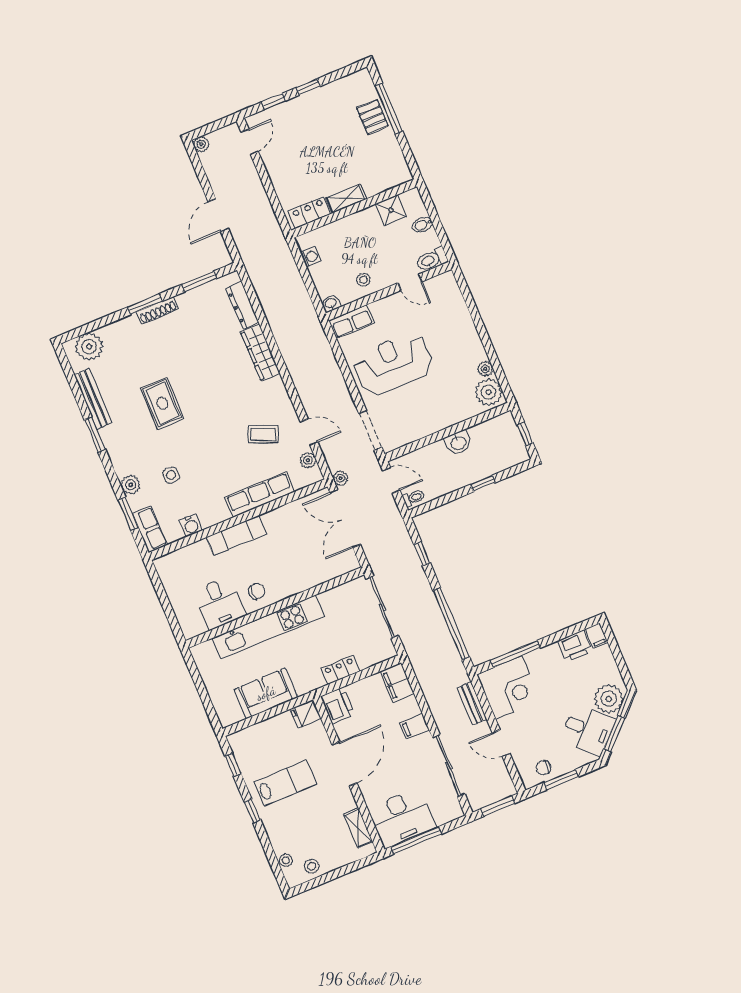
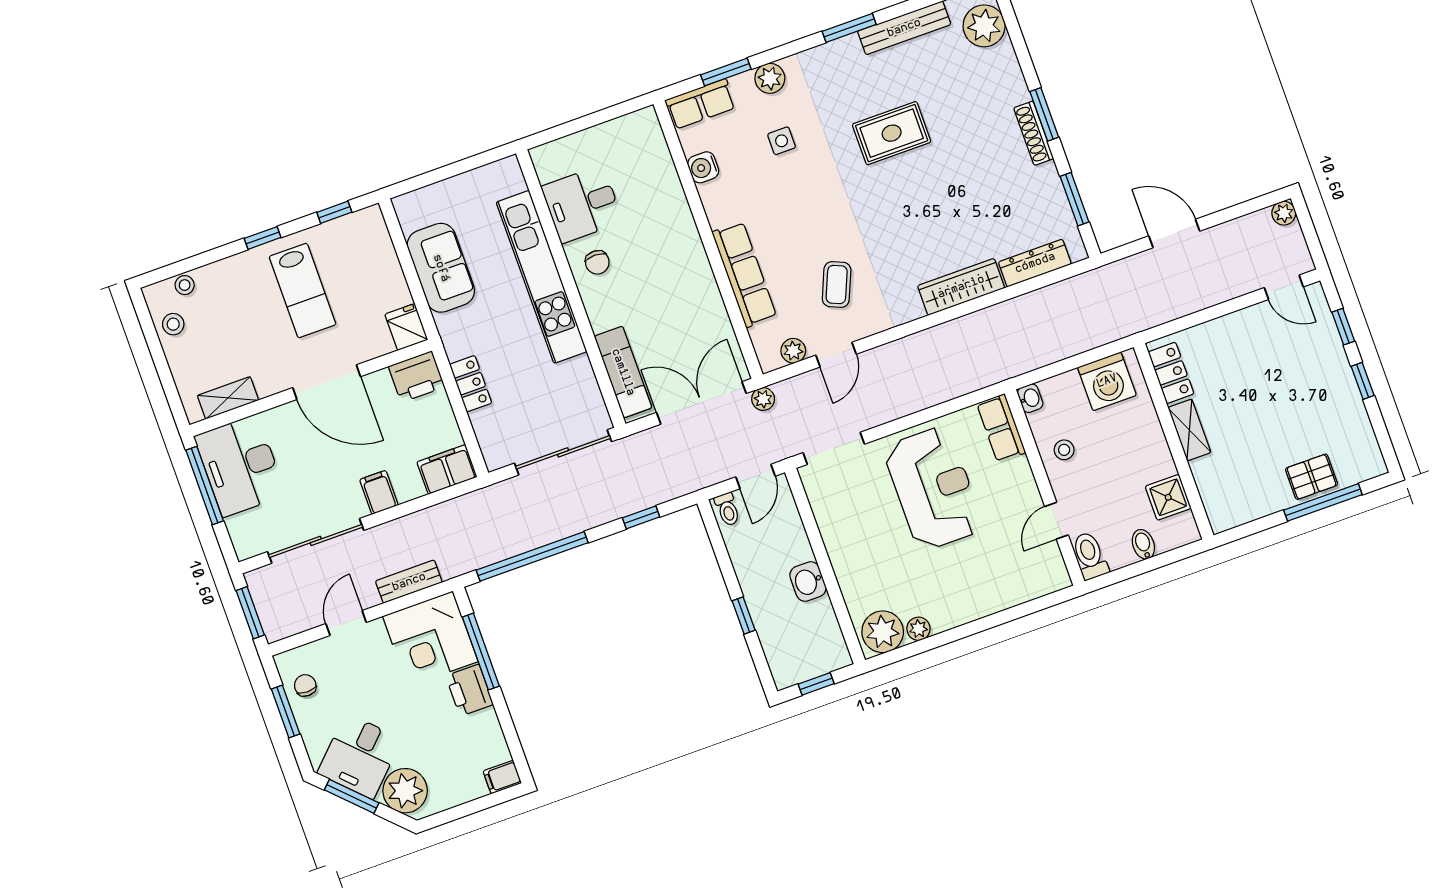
washing machine: (311, 257) -> (1107, 381), width x1.89, depth x1.89
exam couch: (236, 535) -> (623, 372), moved, turned 180
printer: (575, 646) -> (469, 690), moved

